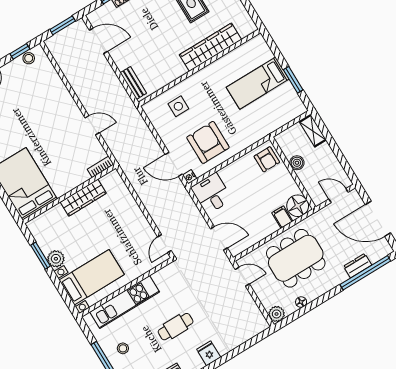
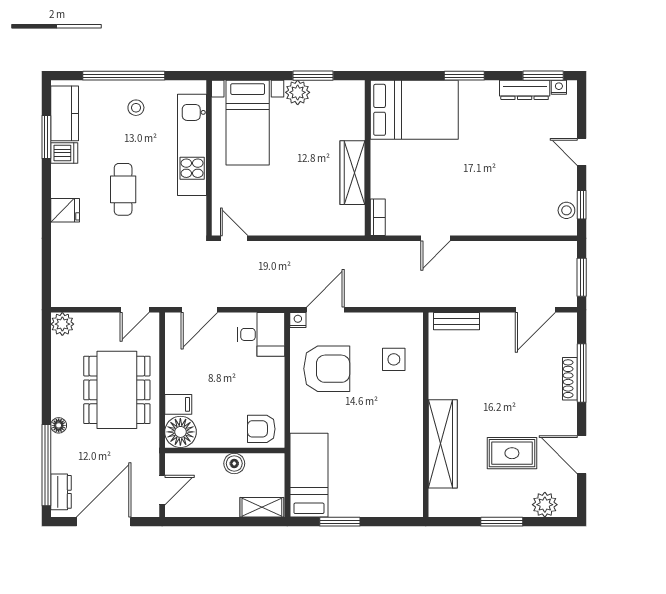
bed: (258, 83) -> (309, 475), moved
dresser: (358, 266) -> (61, 492), moved
floor lamp: (301, 302) -> (59, 425), moved

